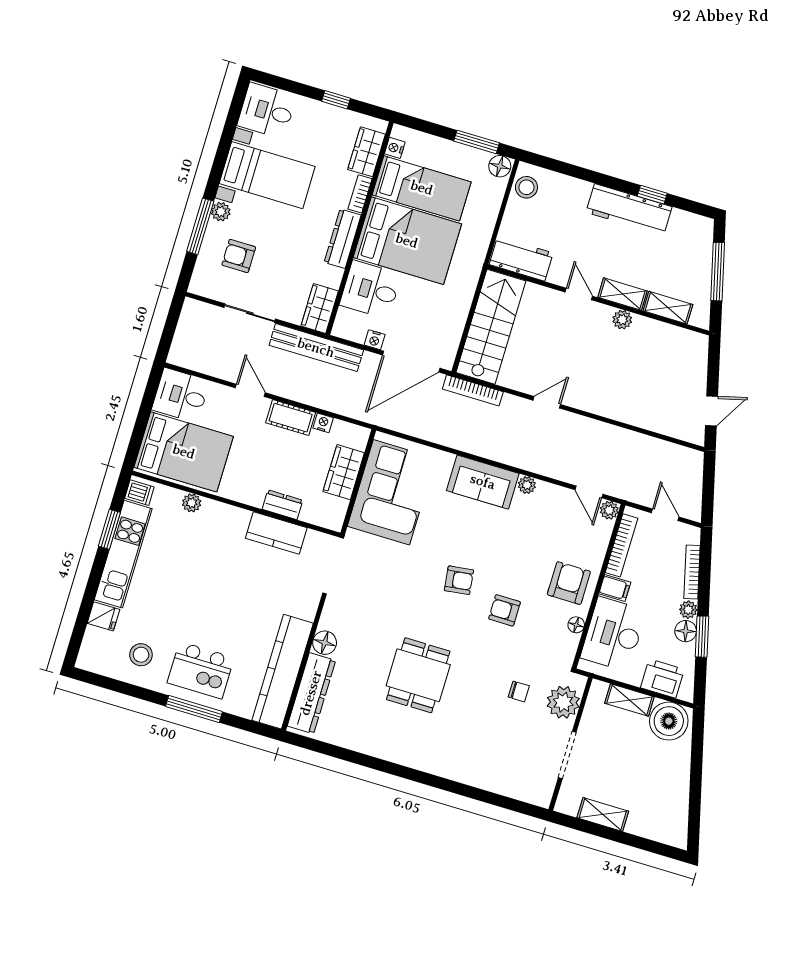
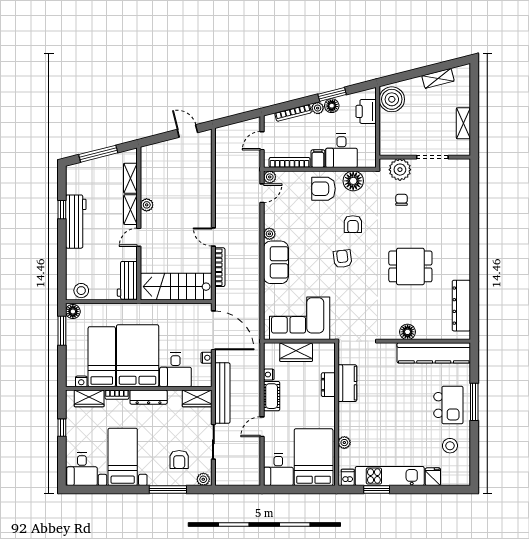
plant: (221, 212) -> (203, 479), moved
bookcase: (473, 390) -> (220, 267), moved
floor lamp: (576, 625) -> (353, 181), width x1.89, depth x1.89
desk: (613, 634) -> (341, 151), width x0.73
dresser: (311, 693) -> (461, 306), moved, turned -90
shelving: (629, 700) -> (438, 78), moved, turned 76

